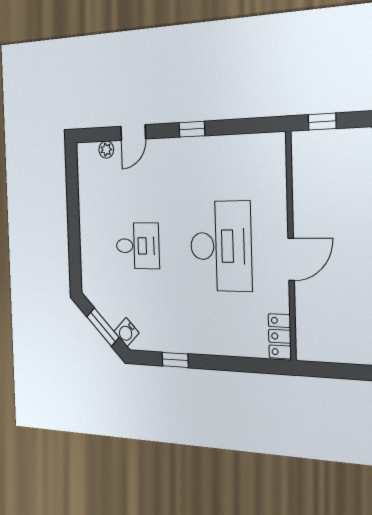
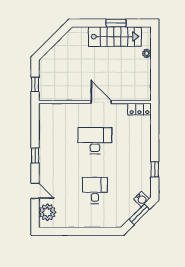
plant: (106, 150) -> (47, 212), width x1.87, depth x1.87
desk: (221, 246) -> (95, 141), width x0.73, depth x0.77

